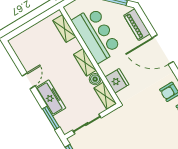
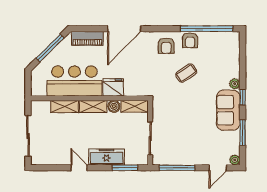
sliding door: (29, 24) -> (28, 136), added
shelving: (64, 28) -> (65, 106), moved
fridge: (117, 81) -> (113, 87), moved
coffee table: (157, 121) -> (186, 73), added

